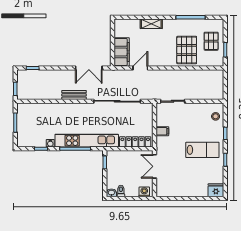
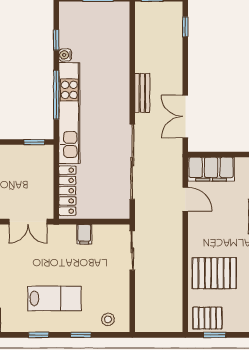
pallet: (211, 41) -> (207, 318), moved
lab bench: (202, 150) -> (54, 298), turned -90
double door: (155, 166) -> (28, 222), swing flipped

